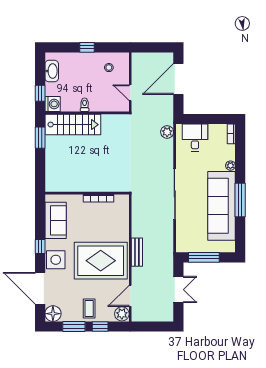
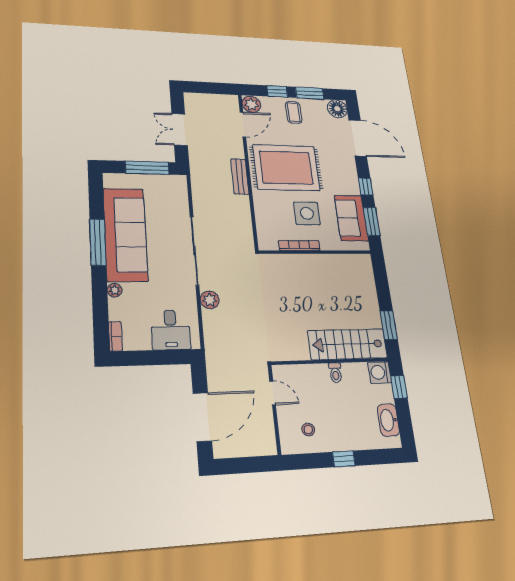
plant: (167, 132) -> (210, 300), moved
window: (40, 218) -> (371, 222), added
side table: (56, 260) -> (307, 213), moved

